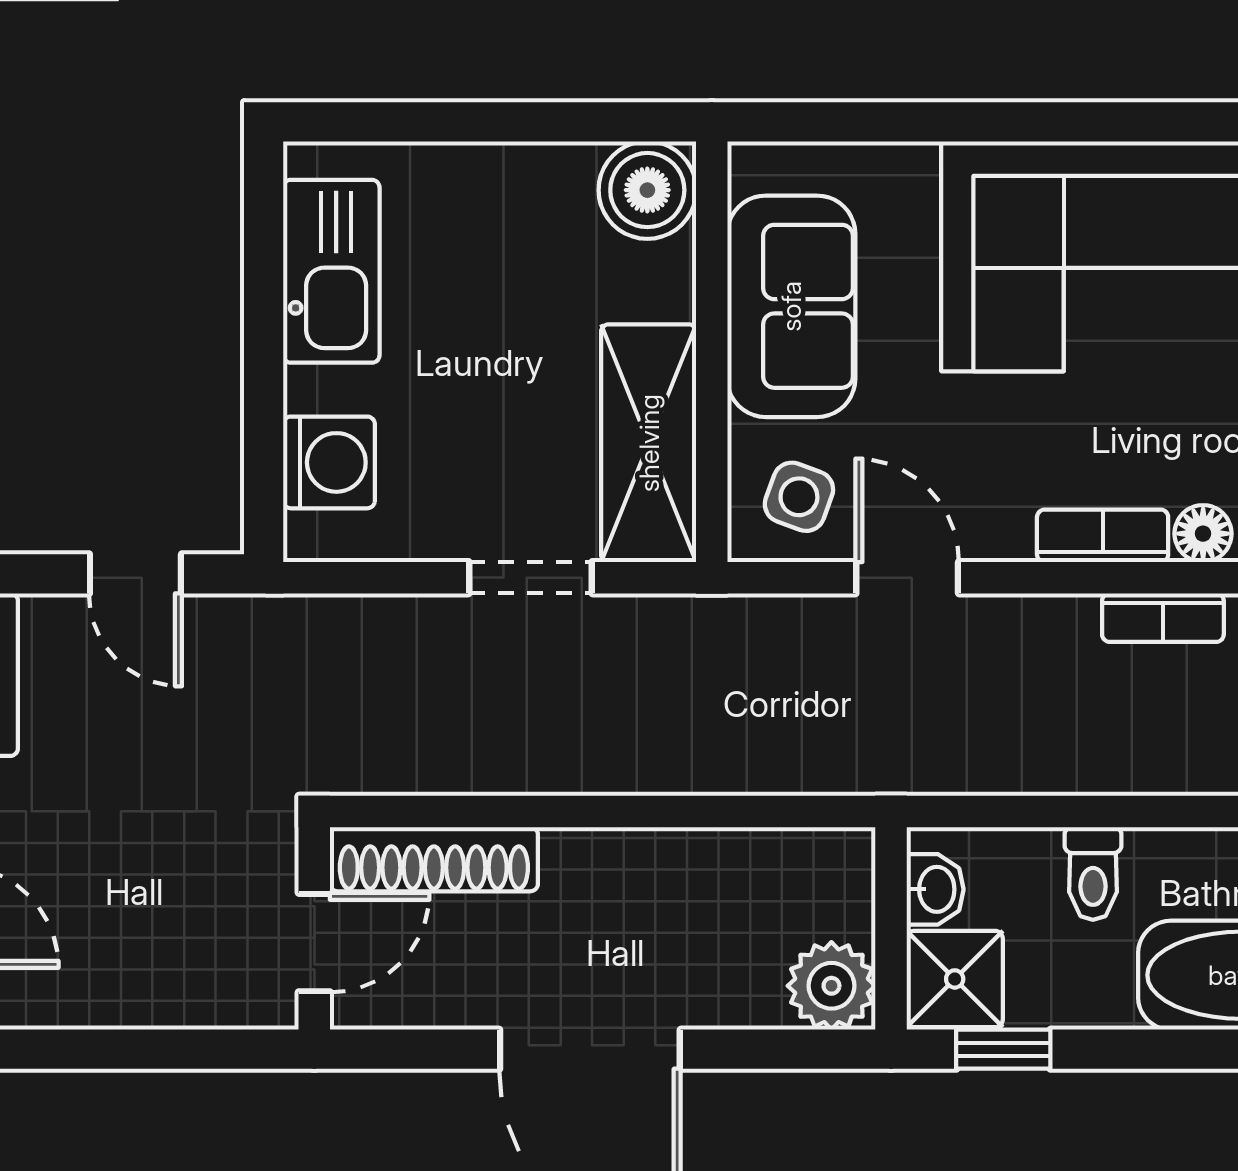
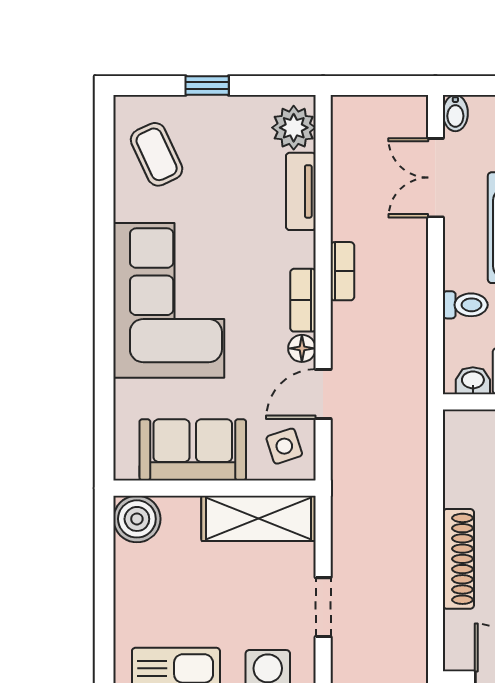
side table: (799, 497) -> (284, 446), turned -38
floor lamp: (1203, 534) -> (302, 348), moved
doorway: (530, 578) -> (323, 607), moved
shoe rack: (434, 859) -> (458, 559), moved

